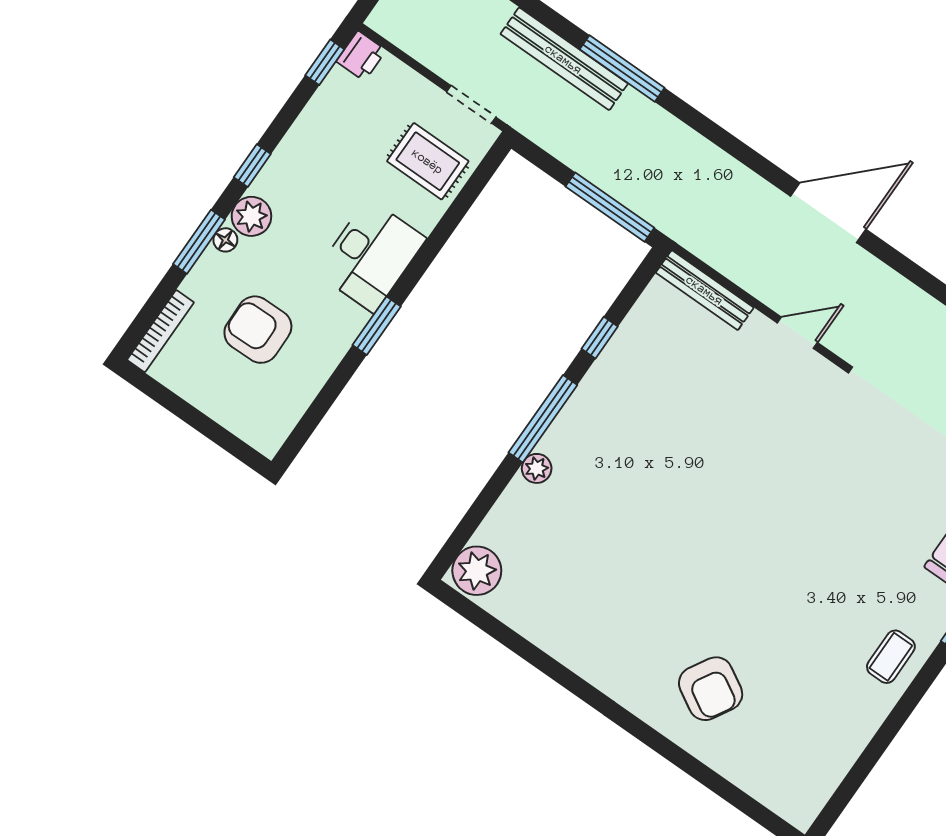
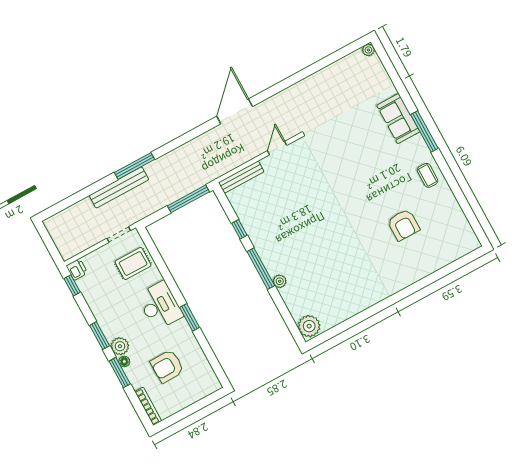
window: (252, 166) -> (100, 336), width x1.50
armchair: (711, 689) -> (403, 225), moved, turned 60

